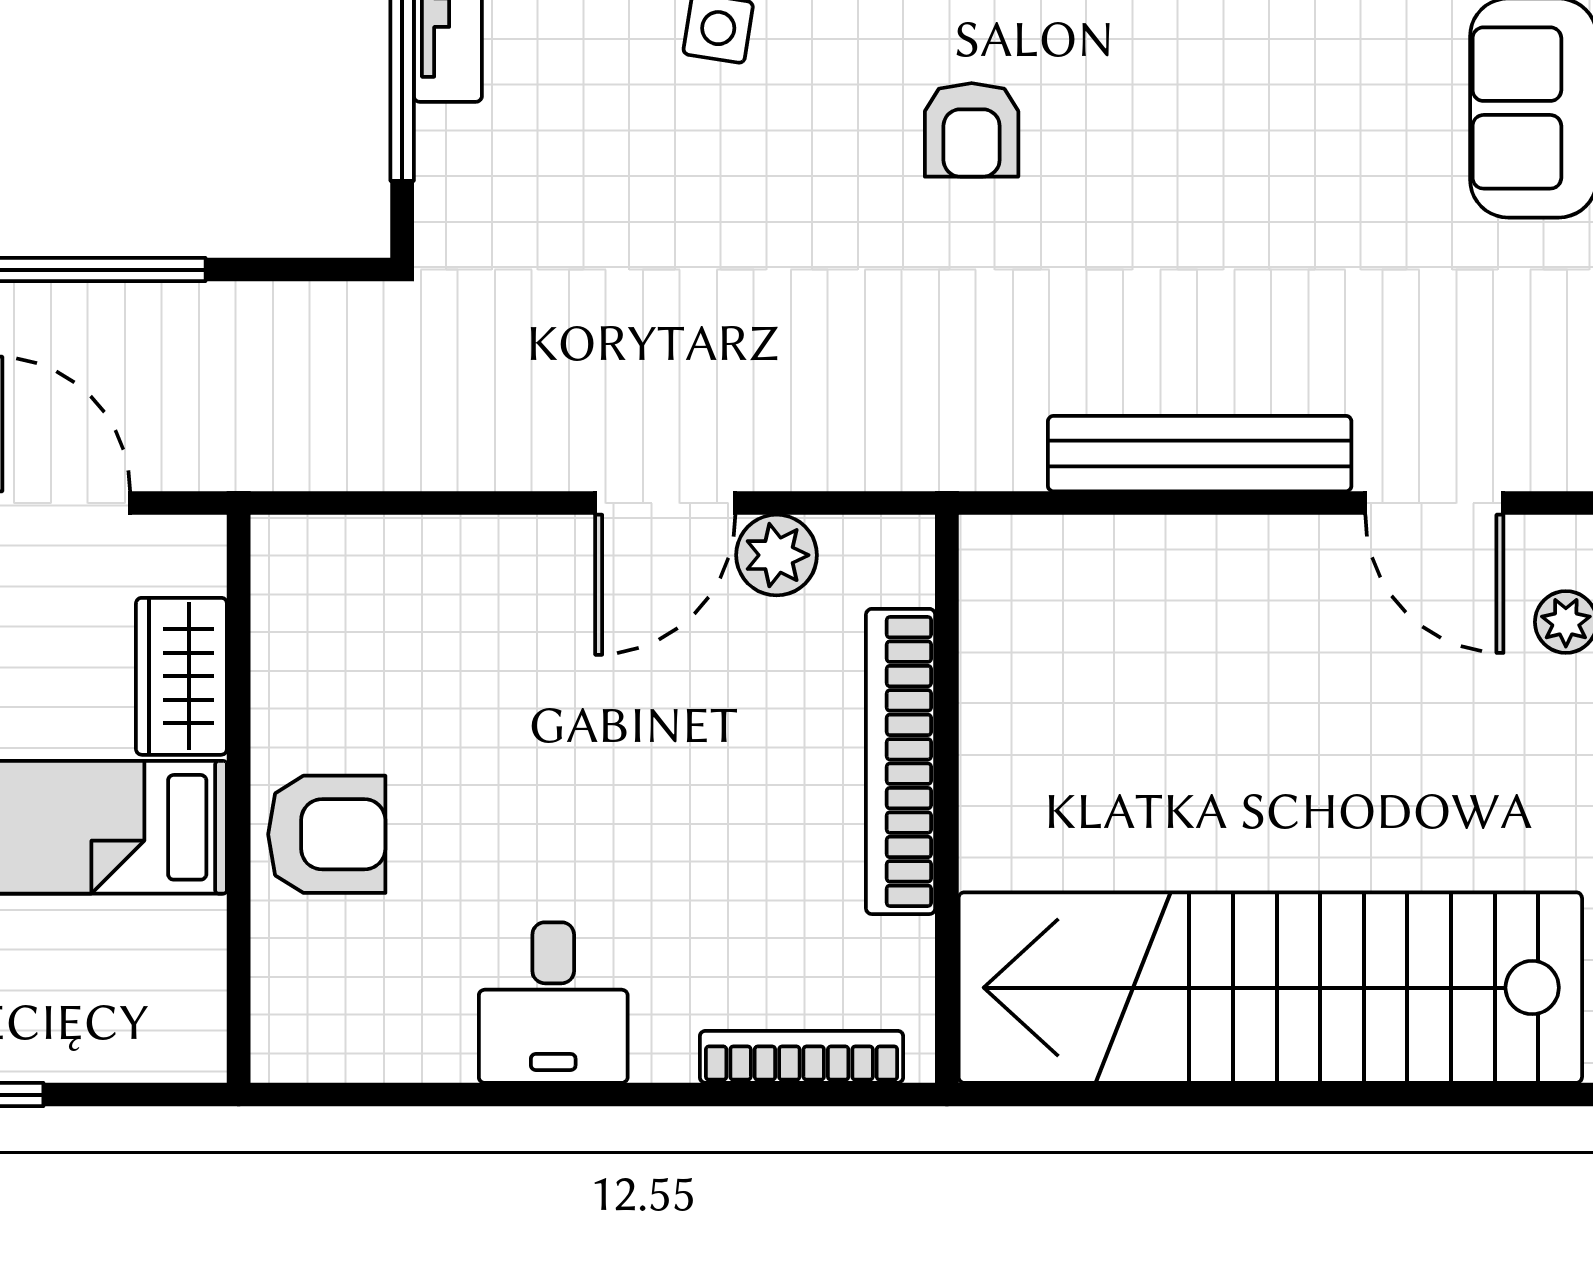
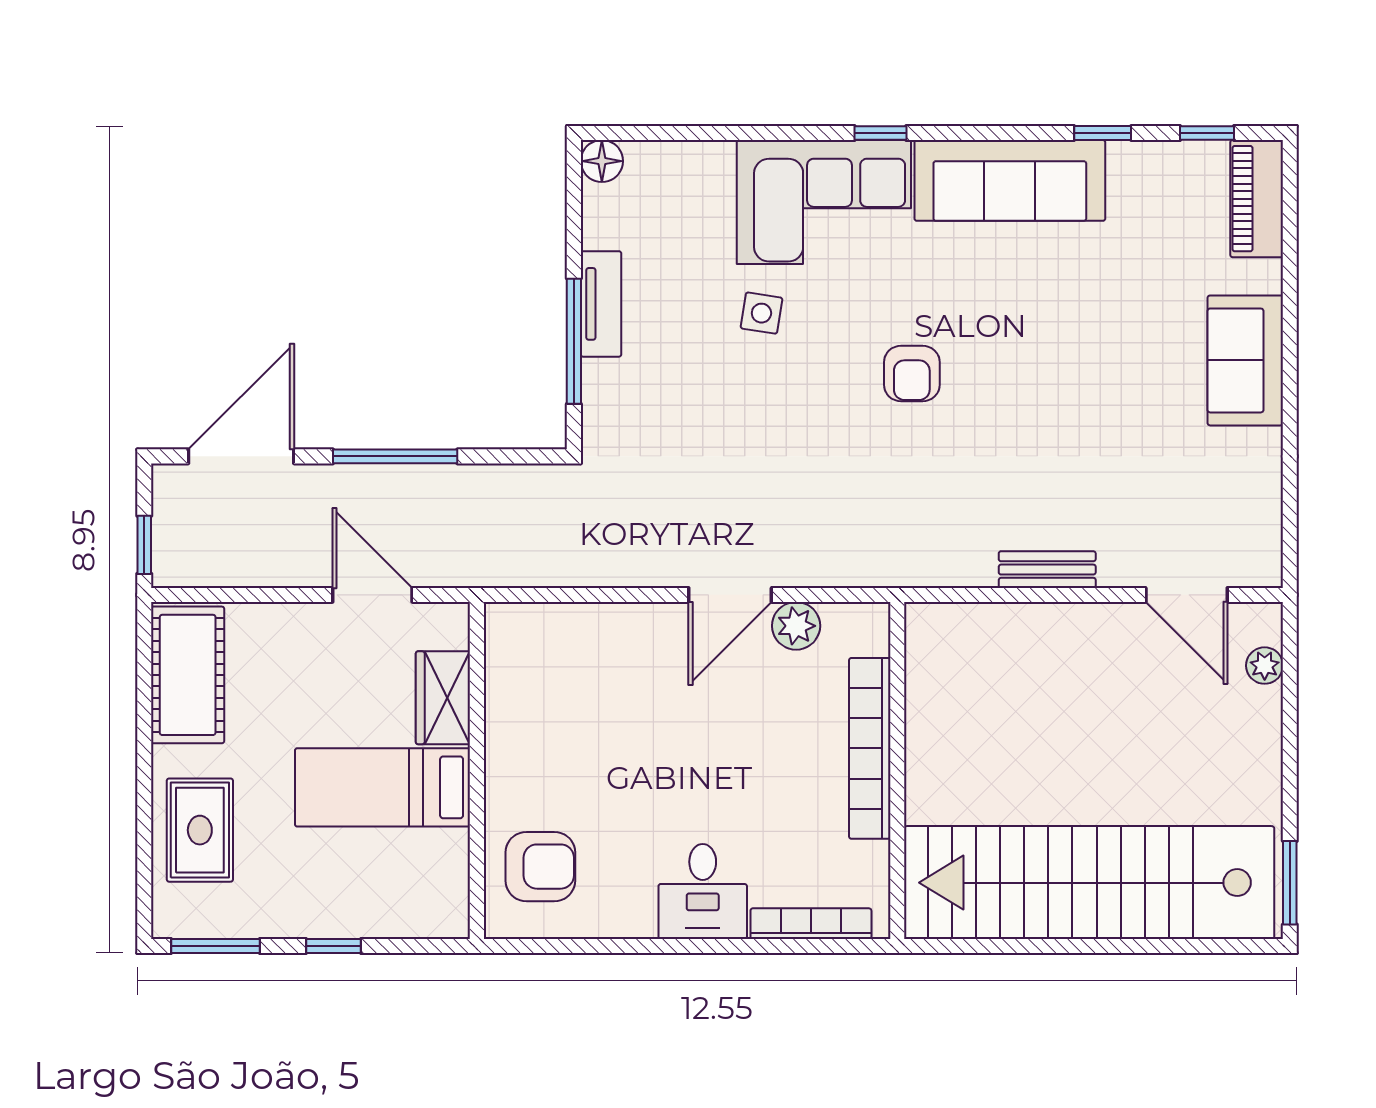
bench: (1200, 454) -> (1047, 570), width x0.54, depth x0.82
armchair: (327, 834) -> (540, 867), moved
desk: (553, 1003) -> (703, 891), moved

